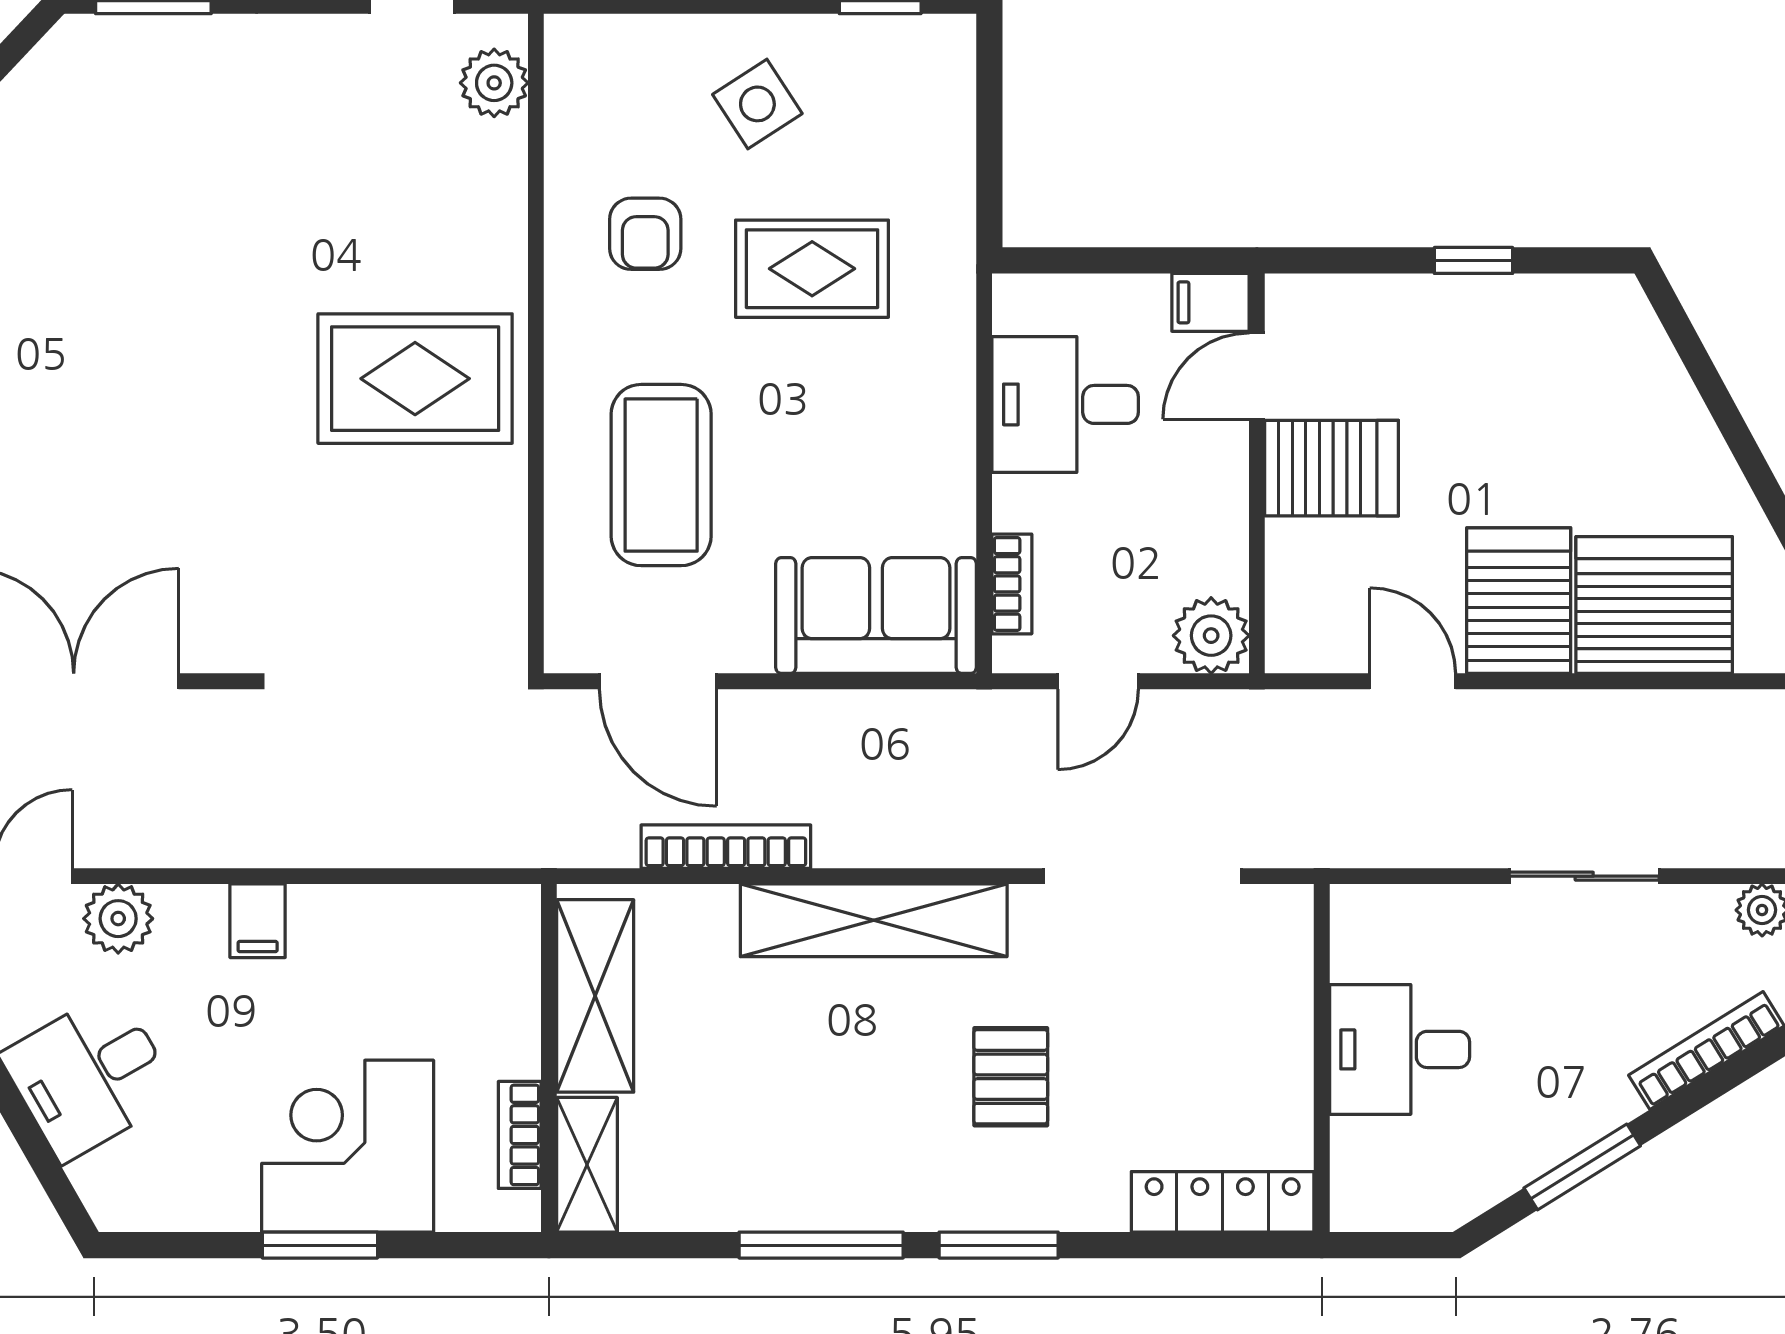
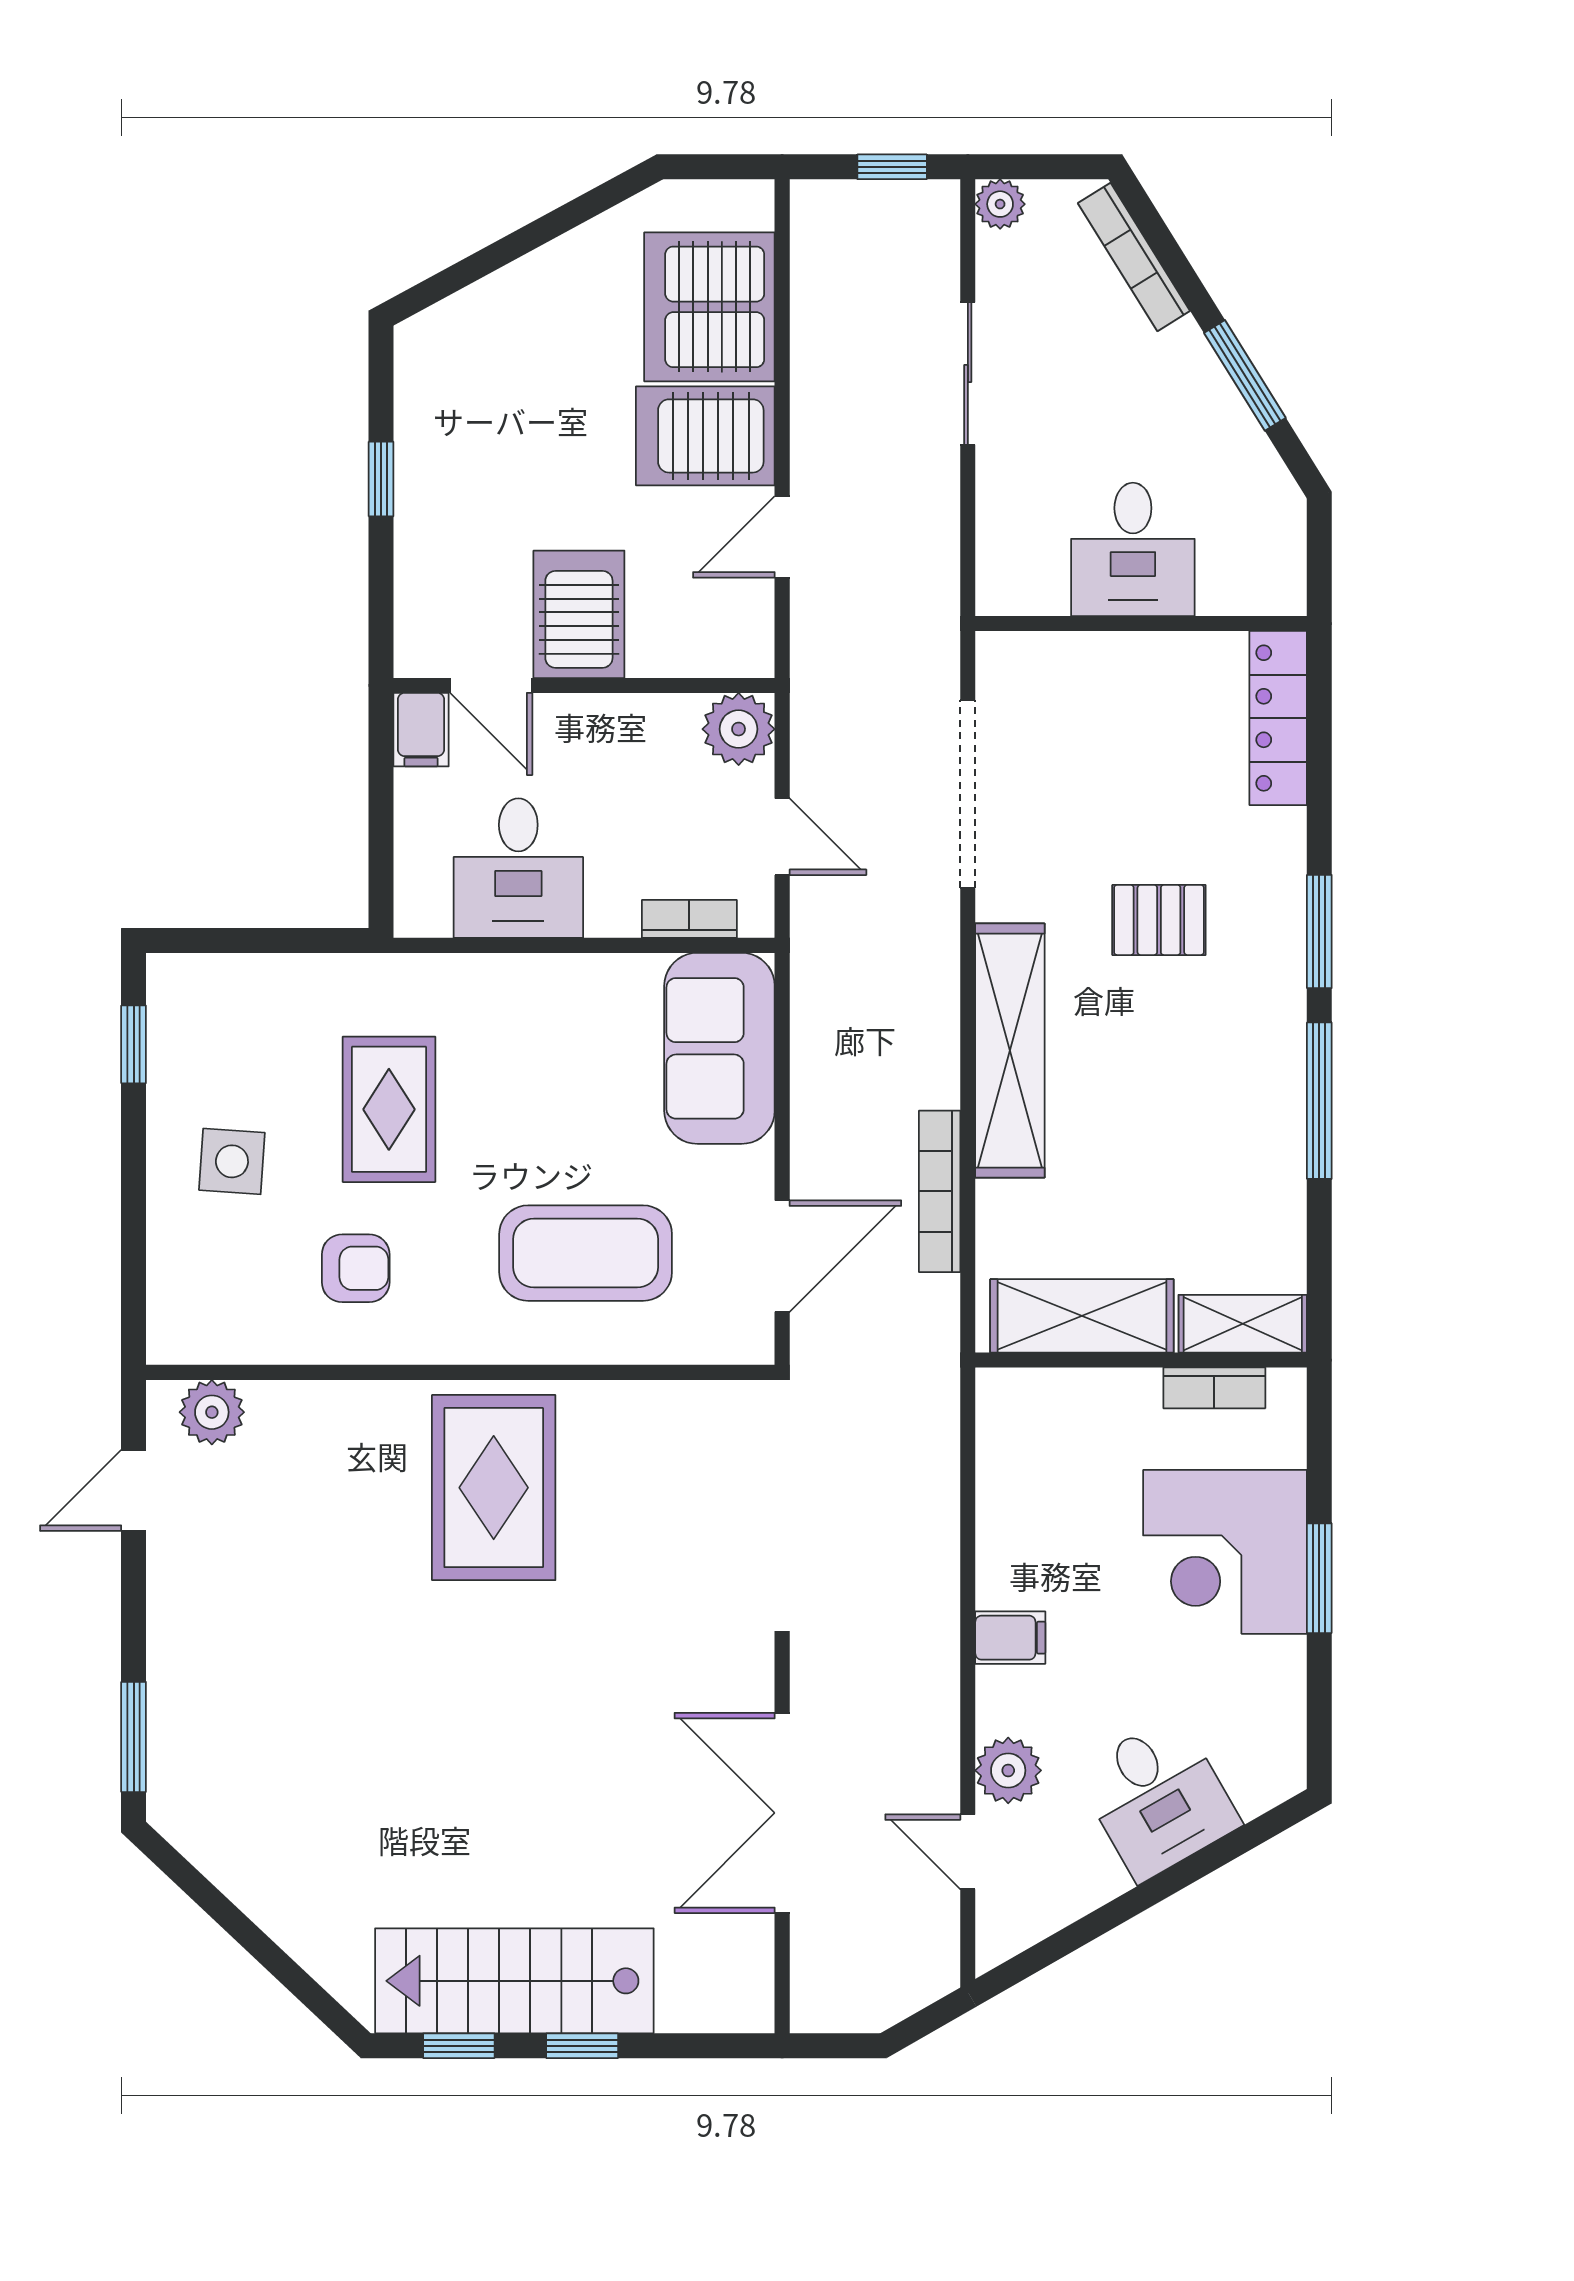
side table: (757, 104) -> (232, 1161), turned 37

